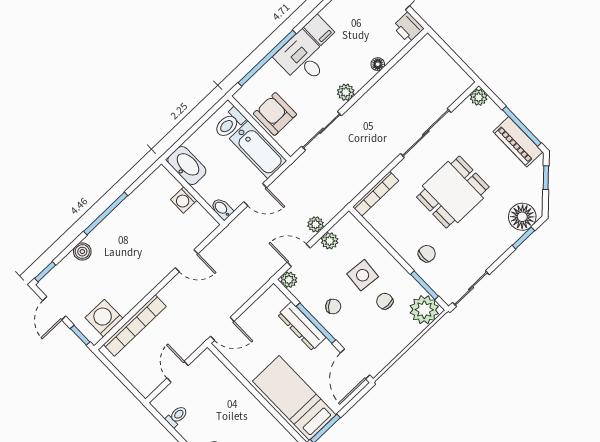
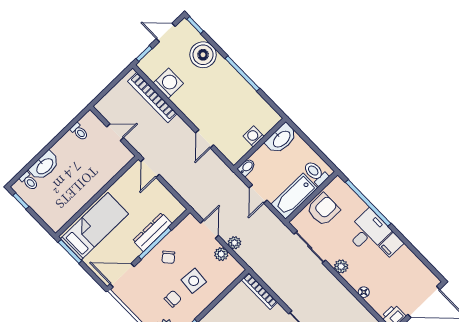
boiler: (82, 252) -> (203, 55), width x1.86, depth x1.86
plant: (289, 280) -> (190, 221), removed
washing machine: (104, 318) -> (168, 83), moved

